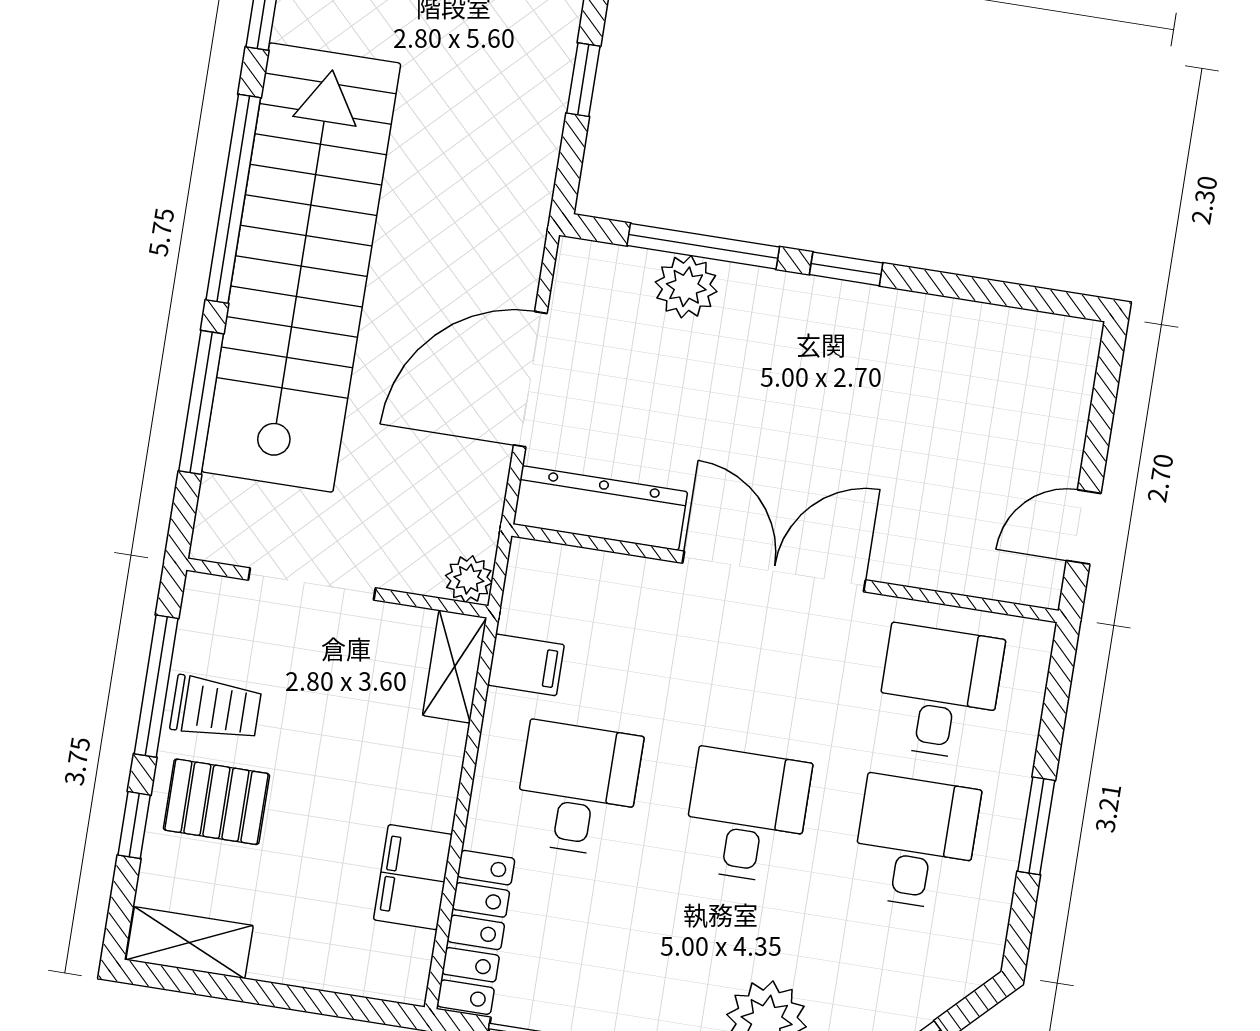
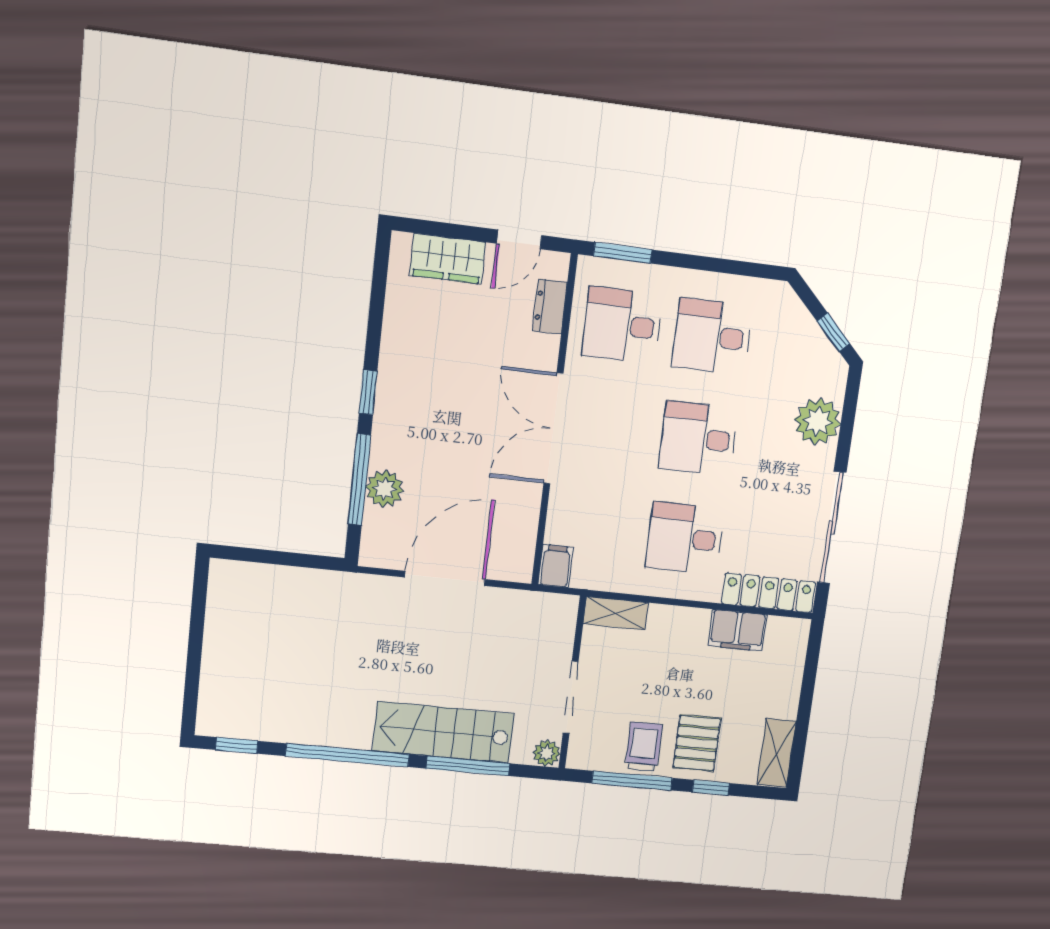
window: (583, 80) -> (262, 556), removed
stairs: (301, 267) -> (443, 732), width x0.54, depth x0.66
door: (530, 379) -> (445, 578), swing flipped
wardrobe: (1057, 409) -> (448, 259), added
dresser: (600, 508) -> (550, 307), moved, width x0.51, depth x0.80
door: (1084, 527) -> (519, 239), hinge flipped
plant: (469, 579) -> (547, 753), moved
filing cabinet: (526, 665) -> (556, 566), moved
window: (1036, 826) -> (623, 253), moved

